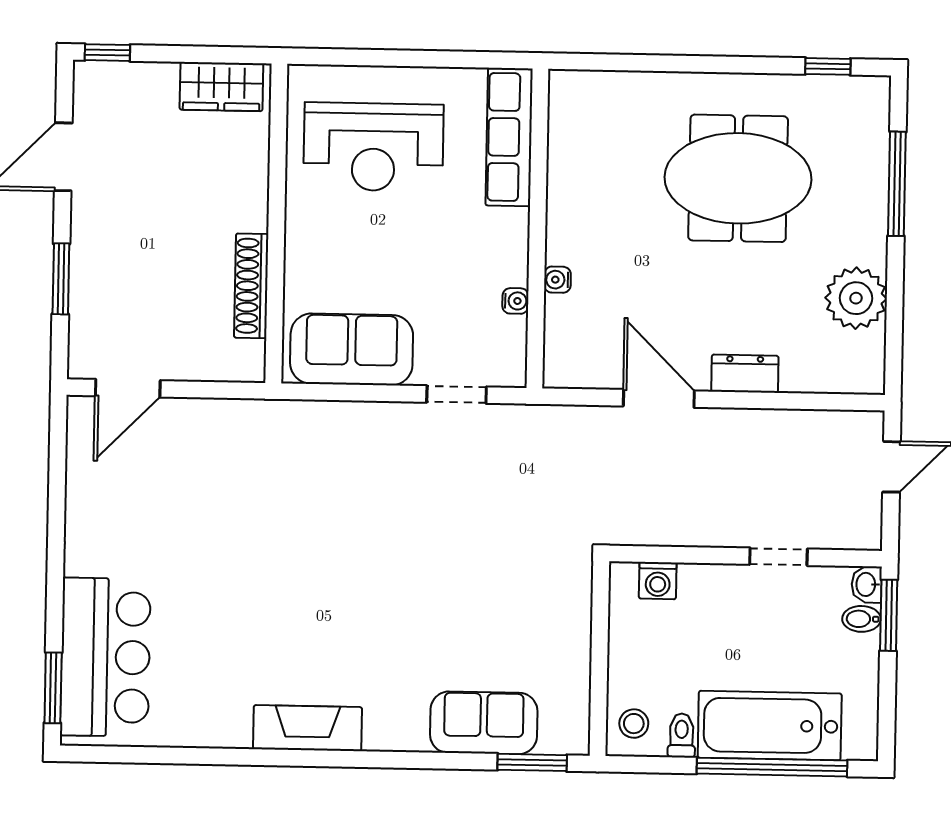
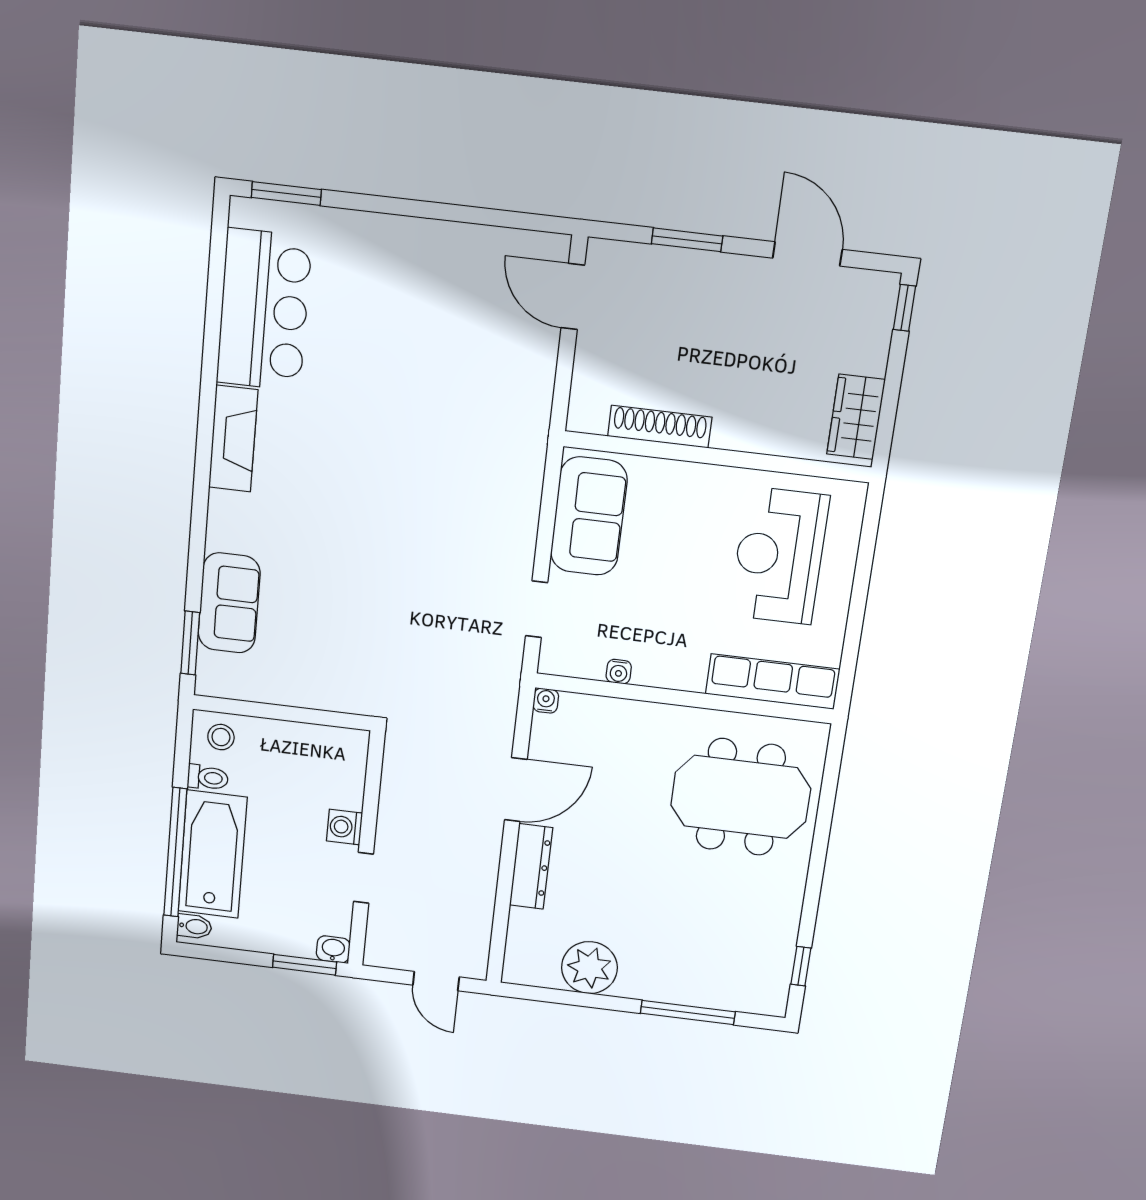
meeting table: (738, 178) -> (741, 797), moved, turned 90
water cooler: (557, 280) -> (546, 701), moved
dresser: (745, 374) -> (531, 866), width x1.44
washing machine: (658, 581) -> (344, 827), moved
bidet: (862, 619) -> (194, 926), moved, turned 90
bar counter: (105, 657) -> (264, 310), moved, turned -90

